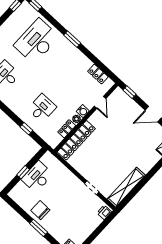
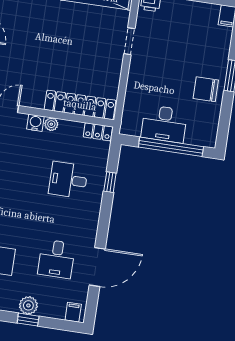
locker: (67, 129) -> (98, 132), moved
window: (23, 172) -> (171, 147), width x3.17
chair: (40, 210) -> (206, 89), turned 89

